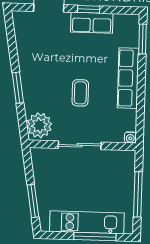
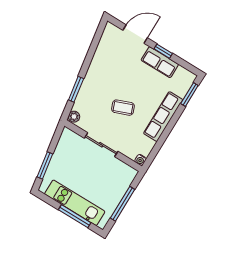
window: (18, 88) -> (76, 89), moved
coffee table: (80, 93) -> (123, 108), turned 69
plant: (39, 125) -> (74, 117), width x0.53, depth x0.53

